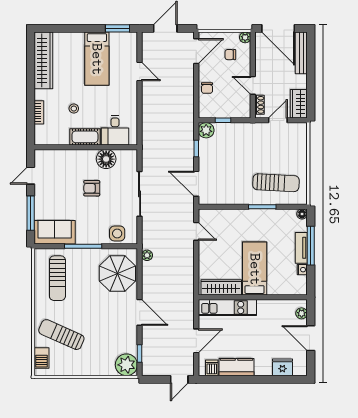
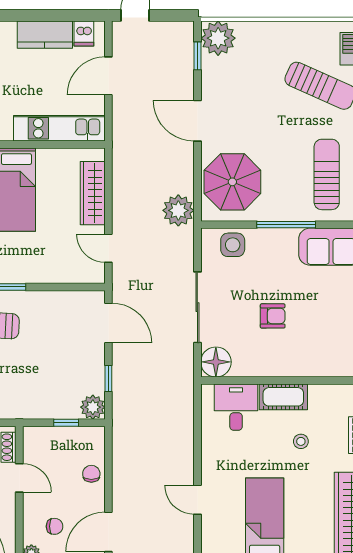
floor lamp: (106, 159) -> (216, 362), moved
plant: (147, 255) -> (178, 210), width x1.87, depth x1.87
wardrobe: (221, 287) -> (93, 193), moved, turned 90

